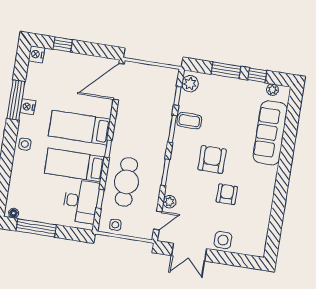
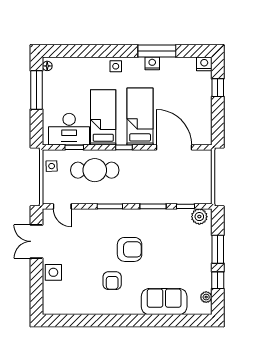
door: (119, 82) -> (174, 147), moved
coffee table: (189, 121) -> (164, 221), removed
sofa: (270, 133) -> (164, 302), width x0.73
armchair: (227, 194) -> (112, 281), moved, turned 90
plant: (169, 202) -> (82, 215), removed

